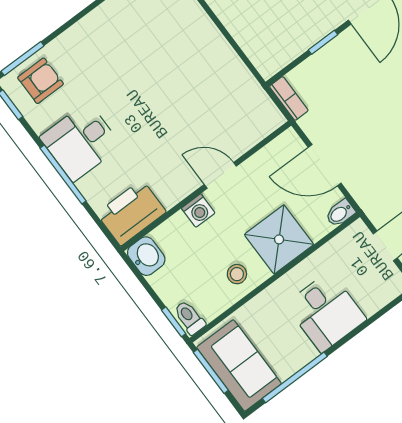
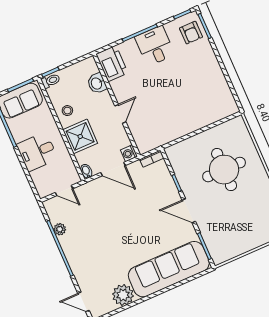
door: (325, 165) -> (113, 169), swing flipped
washing machine: (198, 211) -> (129, 153), moved
washbasin: (146, 256) -> (97, 83), moved, turned 90

